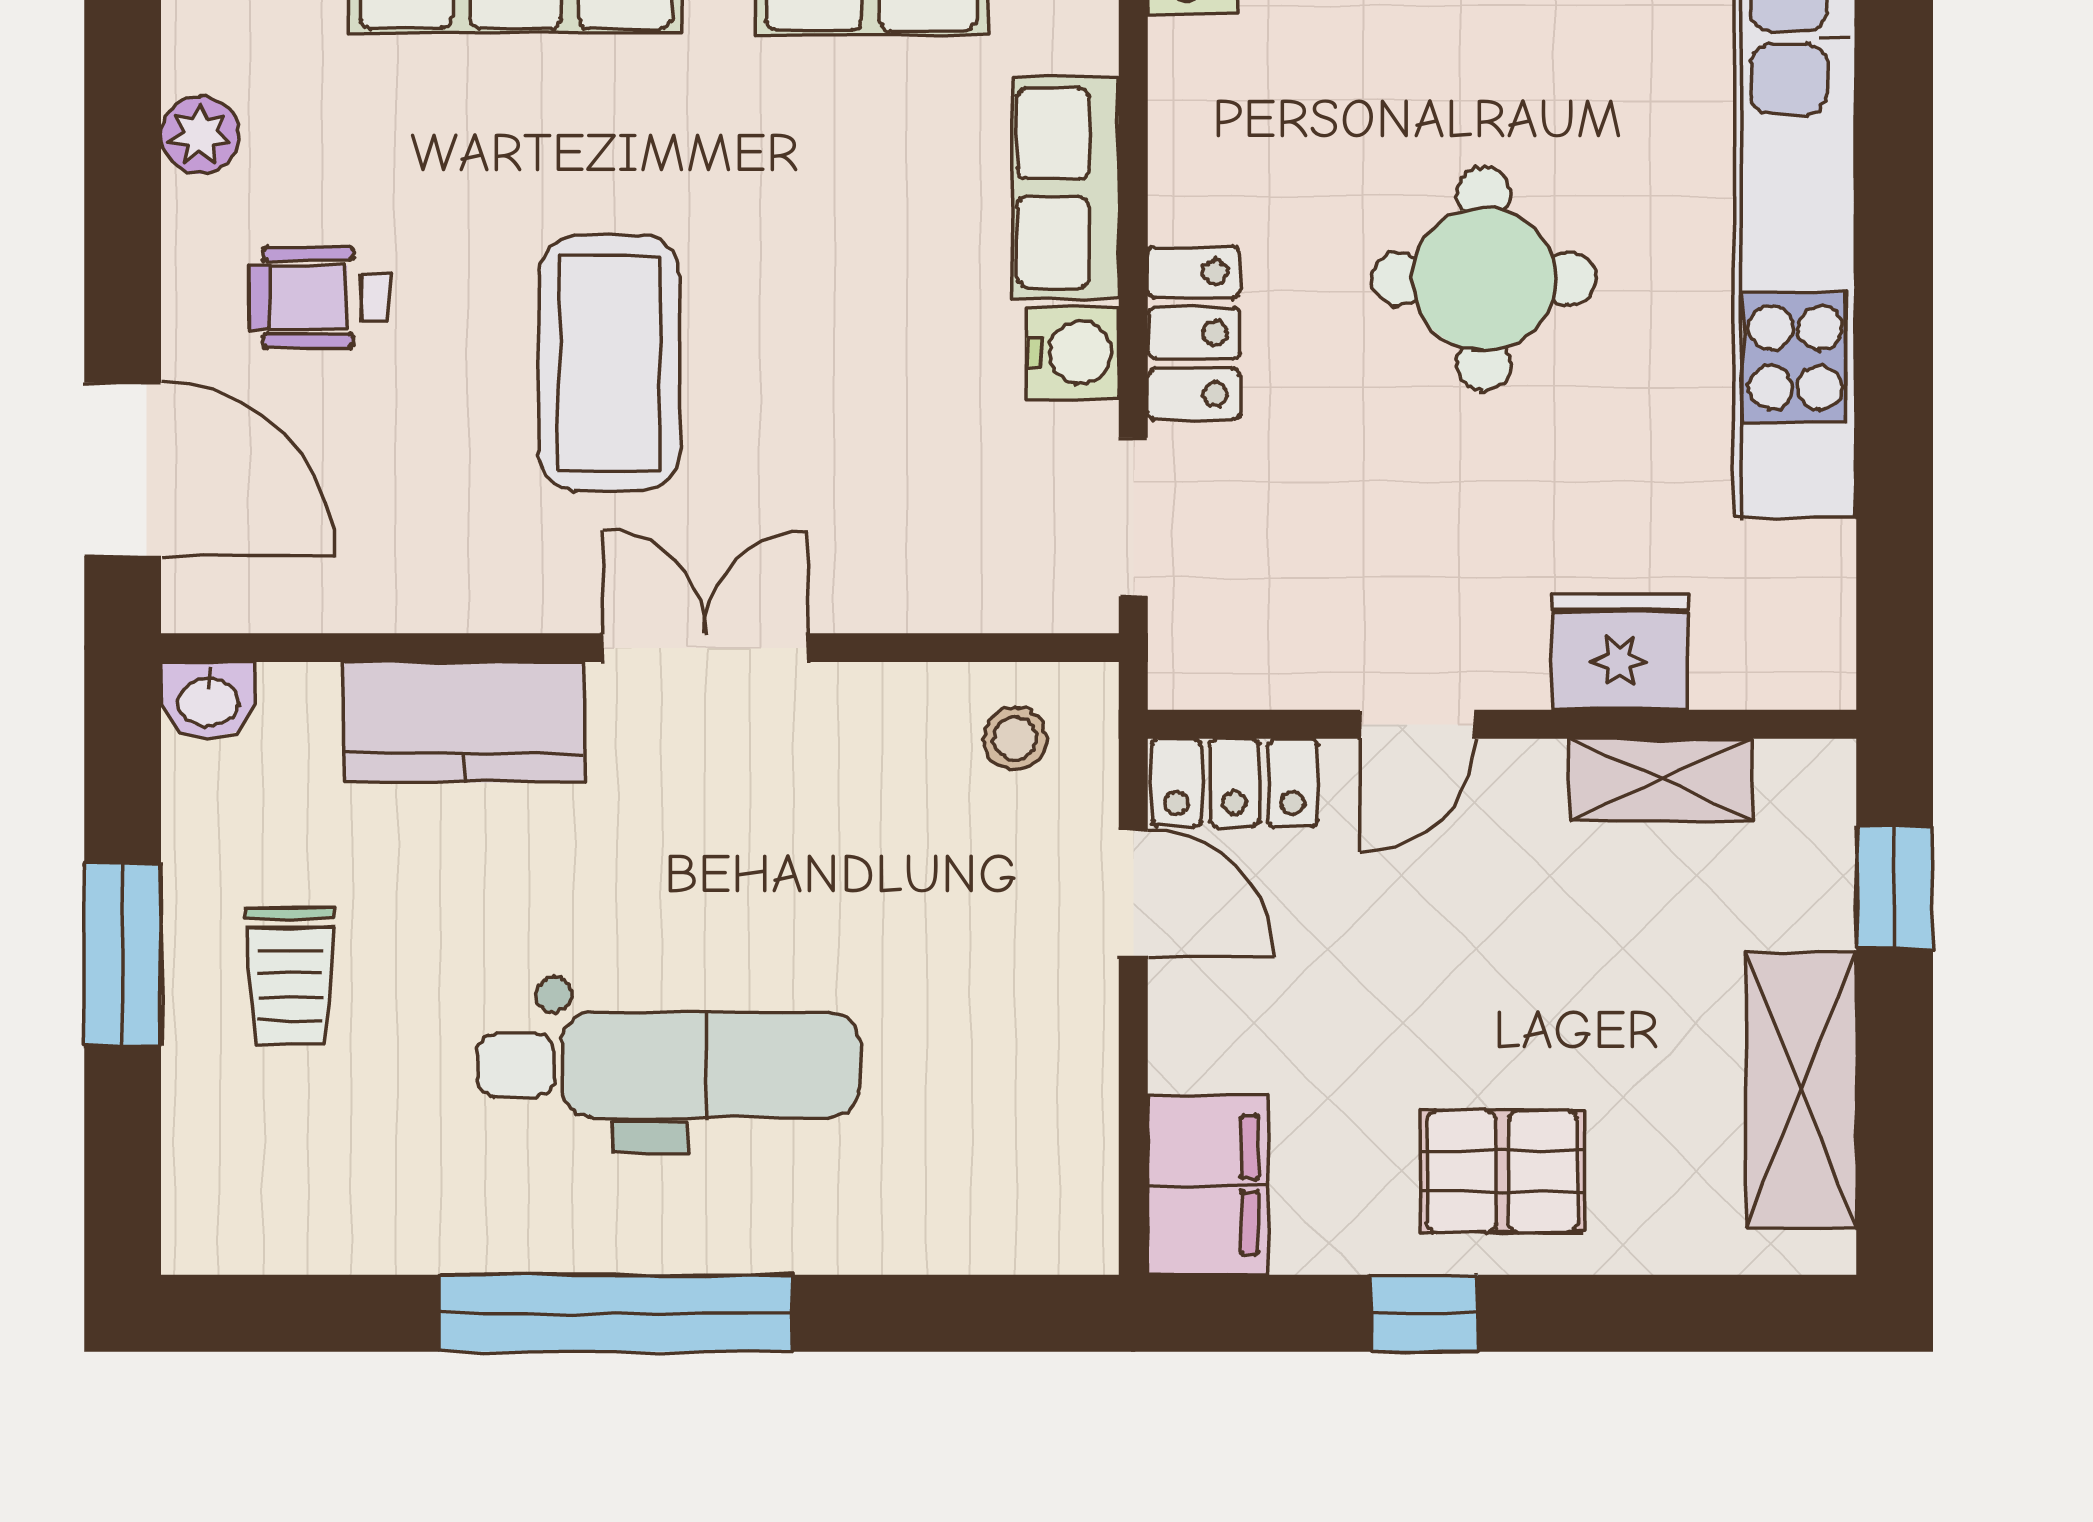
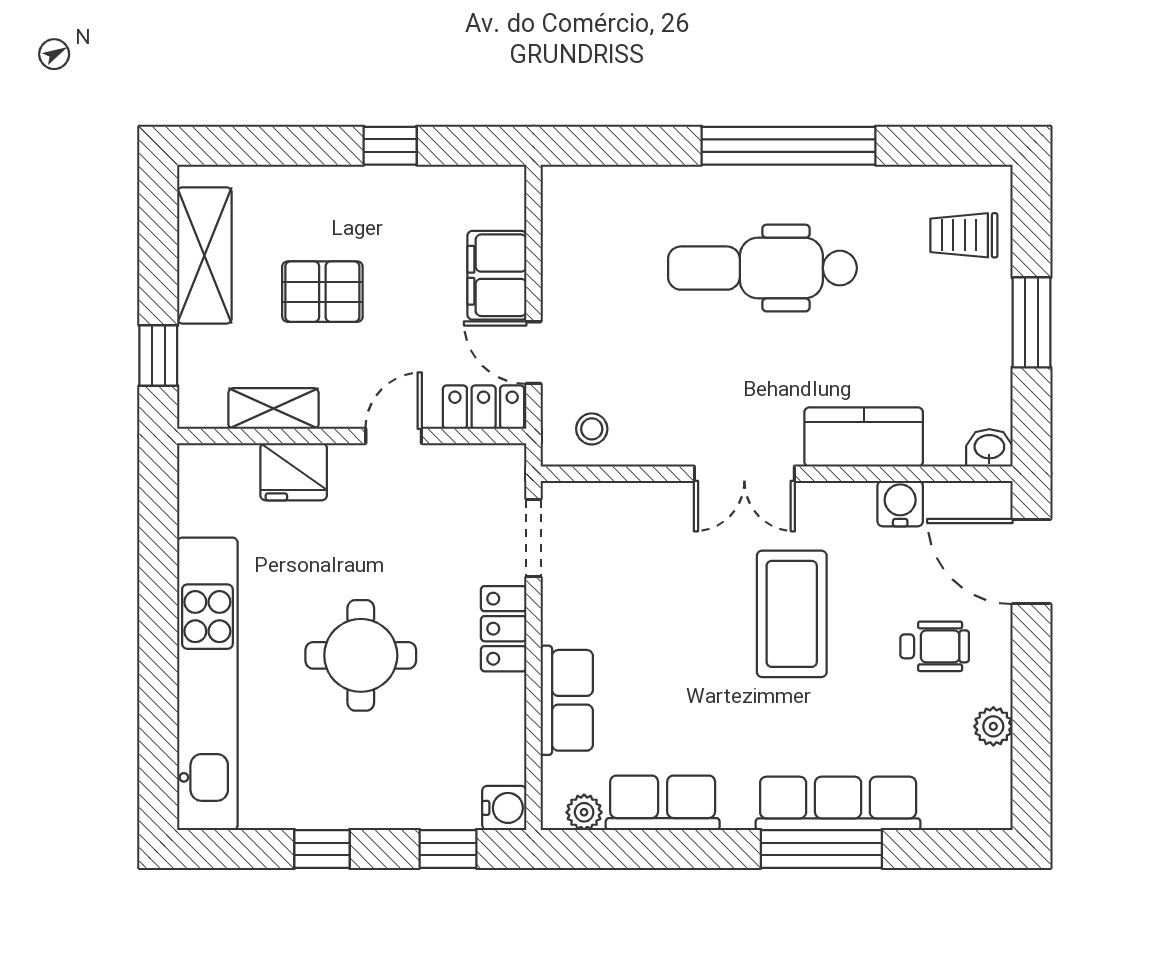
water cooler: (1073, 353) -> (900, 504), moved, turned 90
trolley: (290, 976) -> (964, 235), moved, turned -90
pallet: (1502, 1171) -> (322, 292), moved
filing cabinet: (1208, 1185) -> (497, 275), moved

